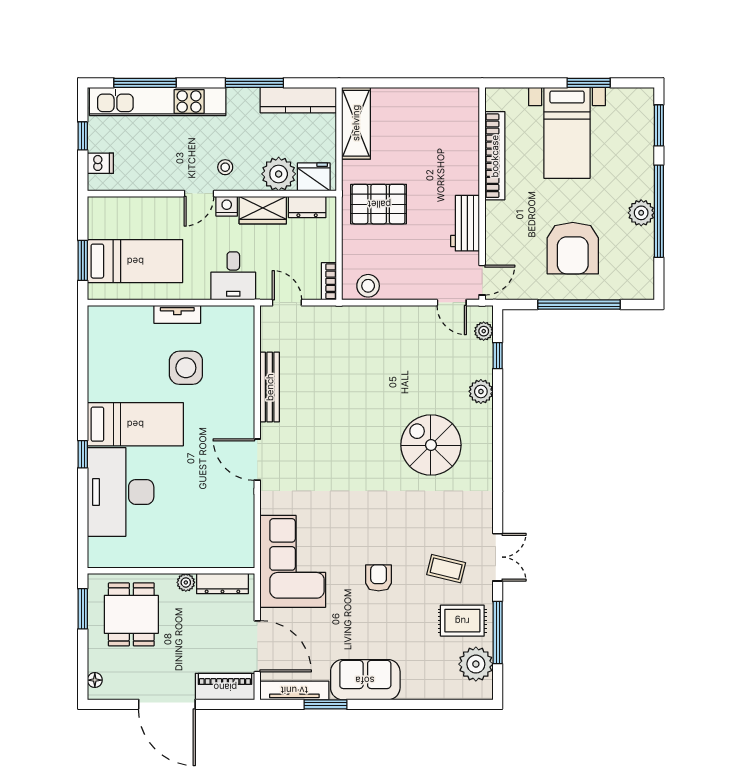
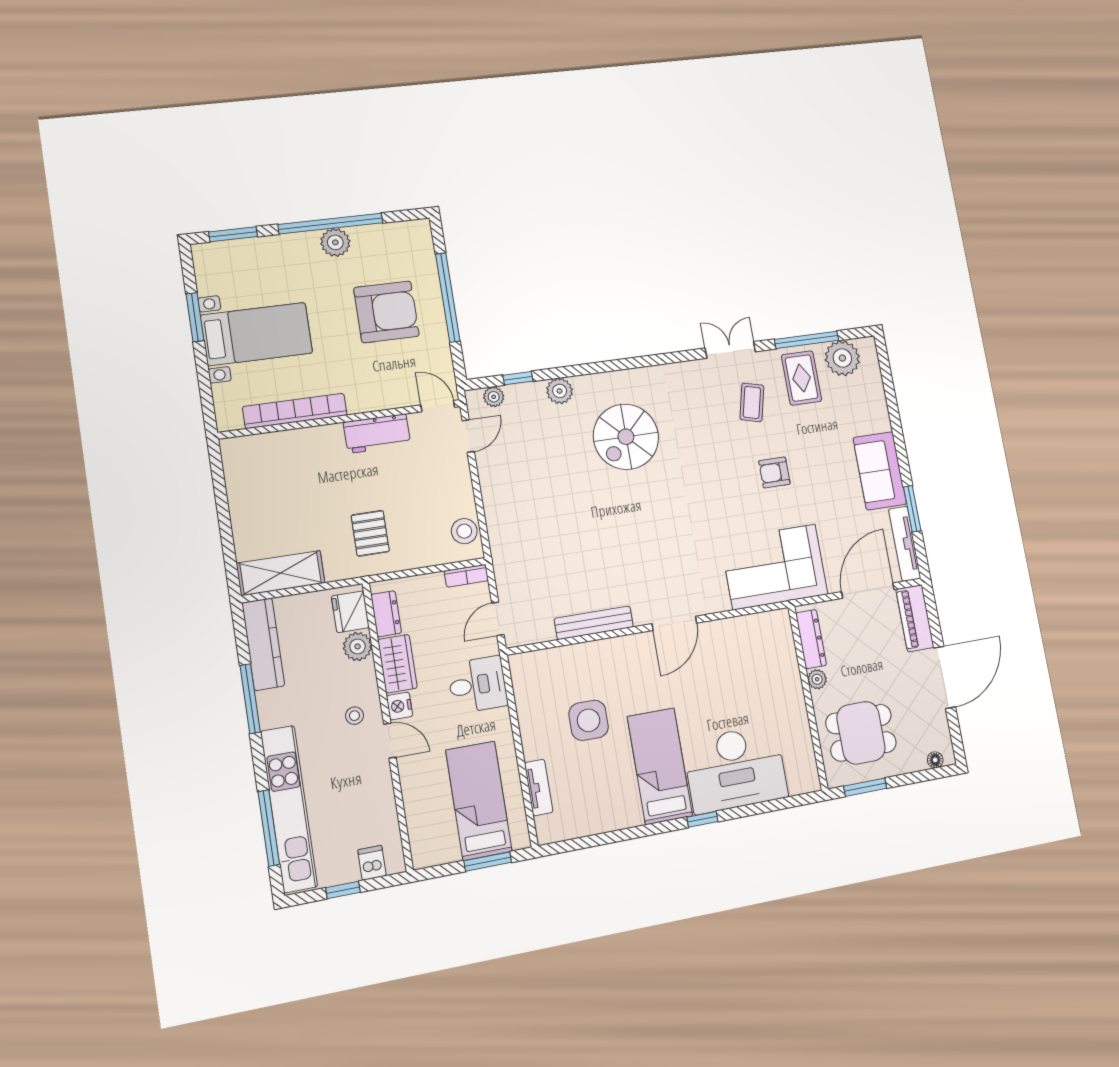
plant: (279, 174) -> (358, 646), width x0.73, depth x0.73
pallet: (379, 204) -> (370, 533), width x0.67, depth x0.71
tv unit: (177, 314) -> (539, 788), moved

